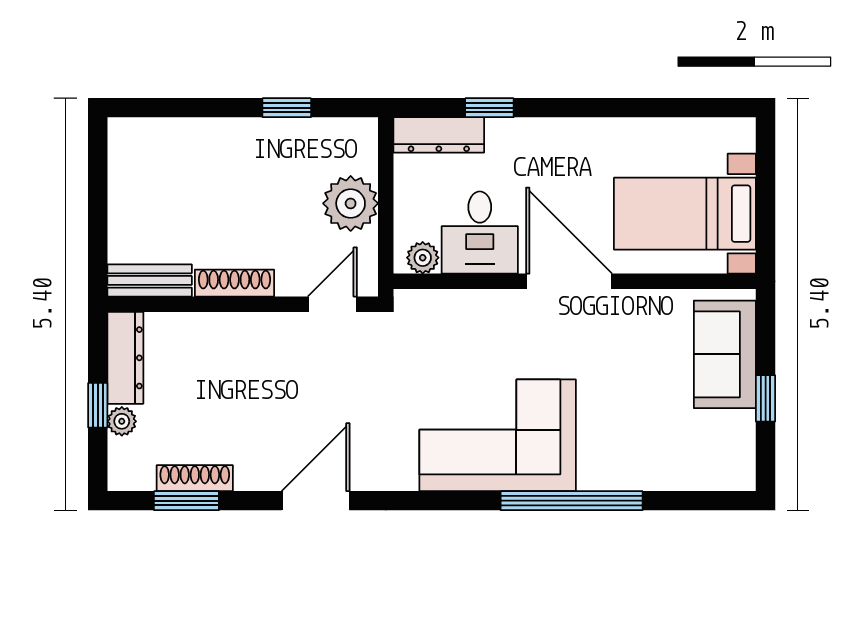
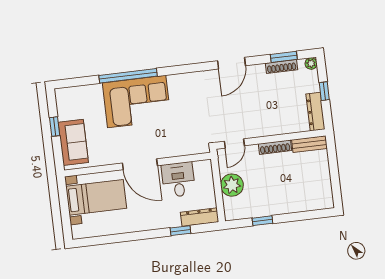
plant: (423, 258) -> (200, 167), removed
plant: (122, 421) -> (311, 63), moved
corner sofa: (498, 435) -> (137, 102), moved

